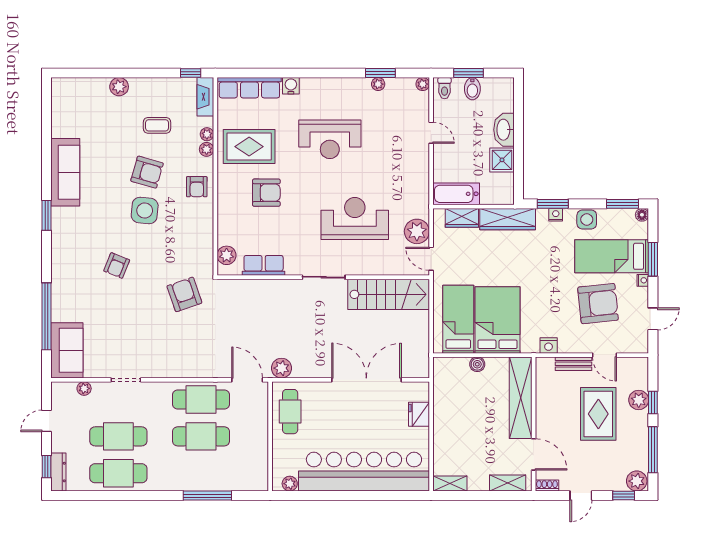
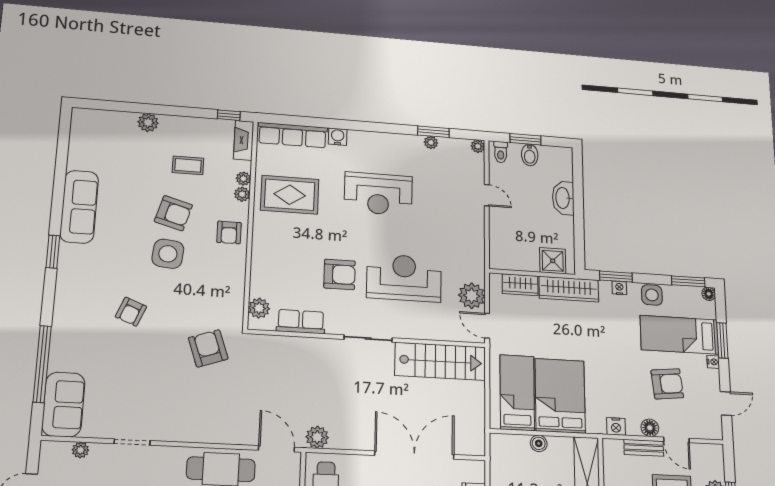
shower: (502, 160) -> (553, 261), moved
armchair: (266, 193) -> (339, 274), moved
bathtub: (456, 194) -> (514, 259), removed
armchair: (598, 304) -> (667, 384), width x0.73, depth x0.73
floor lamp: (580, 345) -> (650, 428), added

